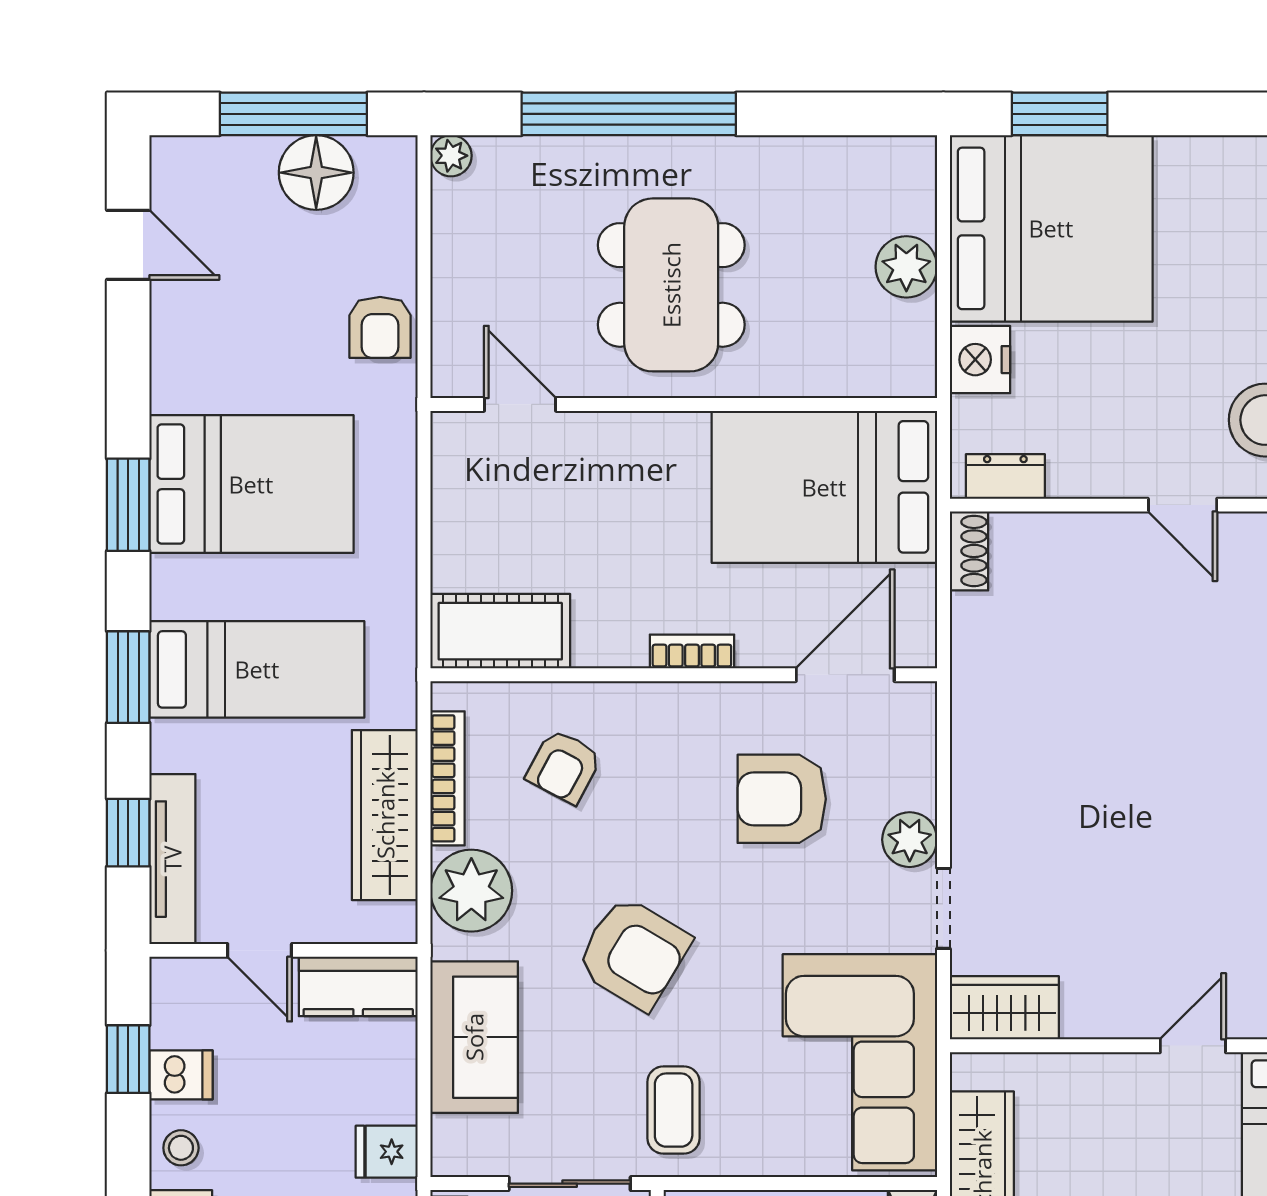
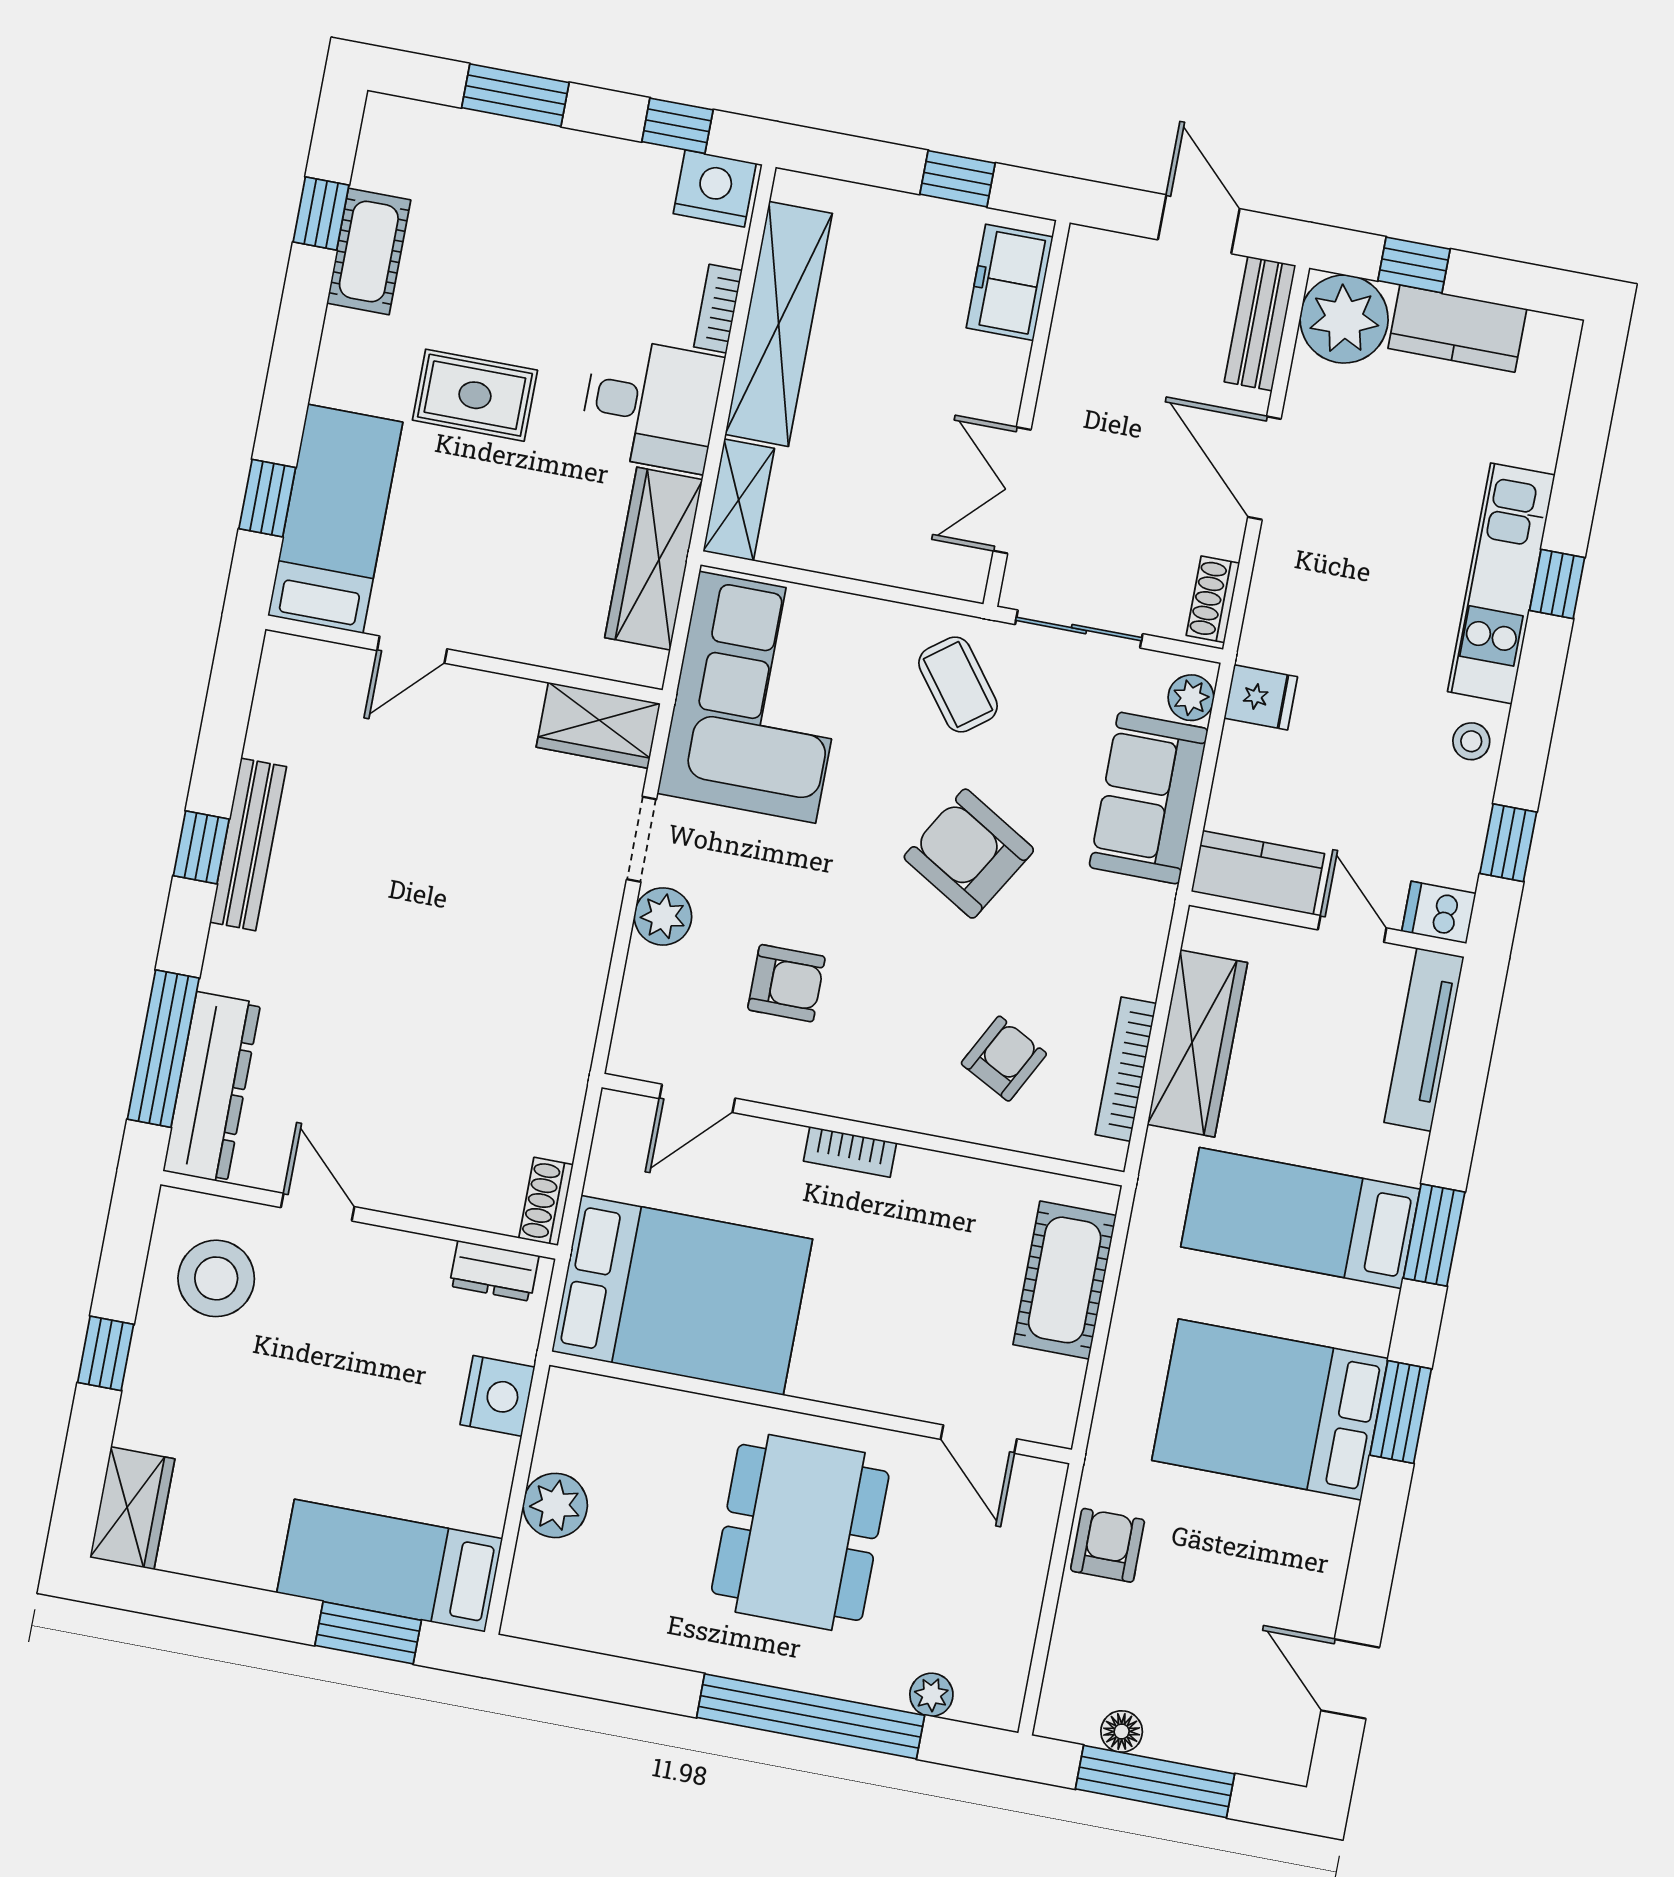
plant: (451, 156) -> (931, 1695), moved
floor lamp: (316, 173) -> (1122, 1731), width x0.53, depth x0.53
bed: (1051, 228) -> (390, 1566), width x0.49
cot: (500, 631) -> (1065, 1280), moved, turned 90
door: (845, 675) -> (697, 1098), width x0.73
armchair: (782, 799) -> (786, 983), width x0.72, depth x0.72
window: (128, 833) -> (1464, 1075), removed
plant: (471, 891) -> (1191, 698), moved, width x0.53, depth x0.53
dishwasher: (181, 1075) -> (1439, 912), moved
coffee table: (674, 1110) -> (958, 684), turned -37

